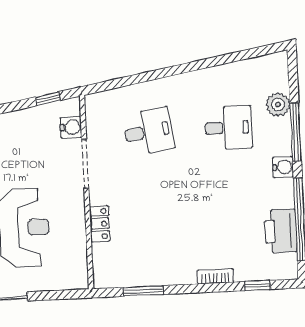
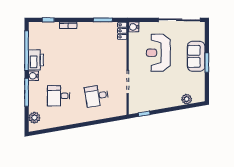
plant: (278, 104) -> (34, 118), moved
water cooler: (71, 127) -> (134, 27), moved
locker: (100, 224) -> (122, 31), moved
printer: (281, 231) -> (36, 60), moved

